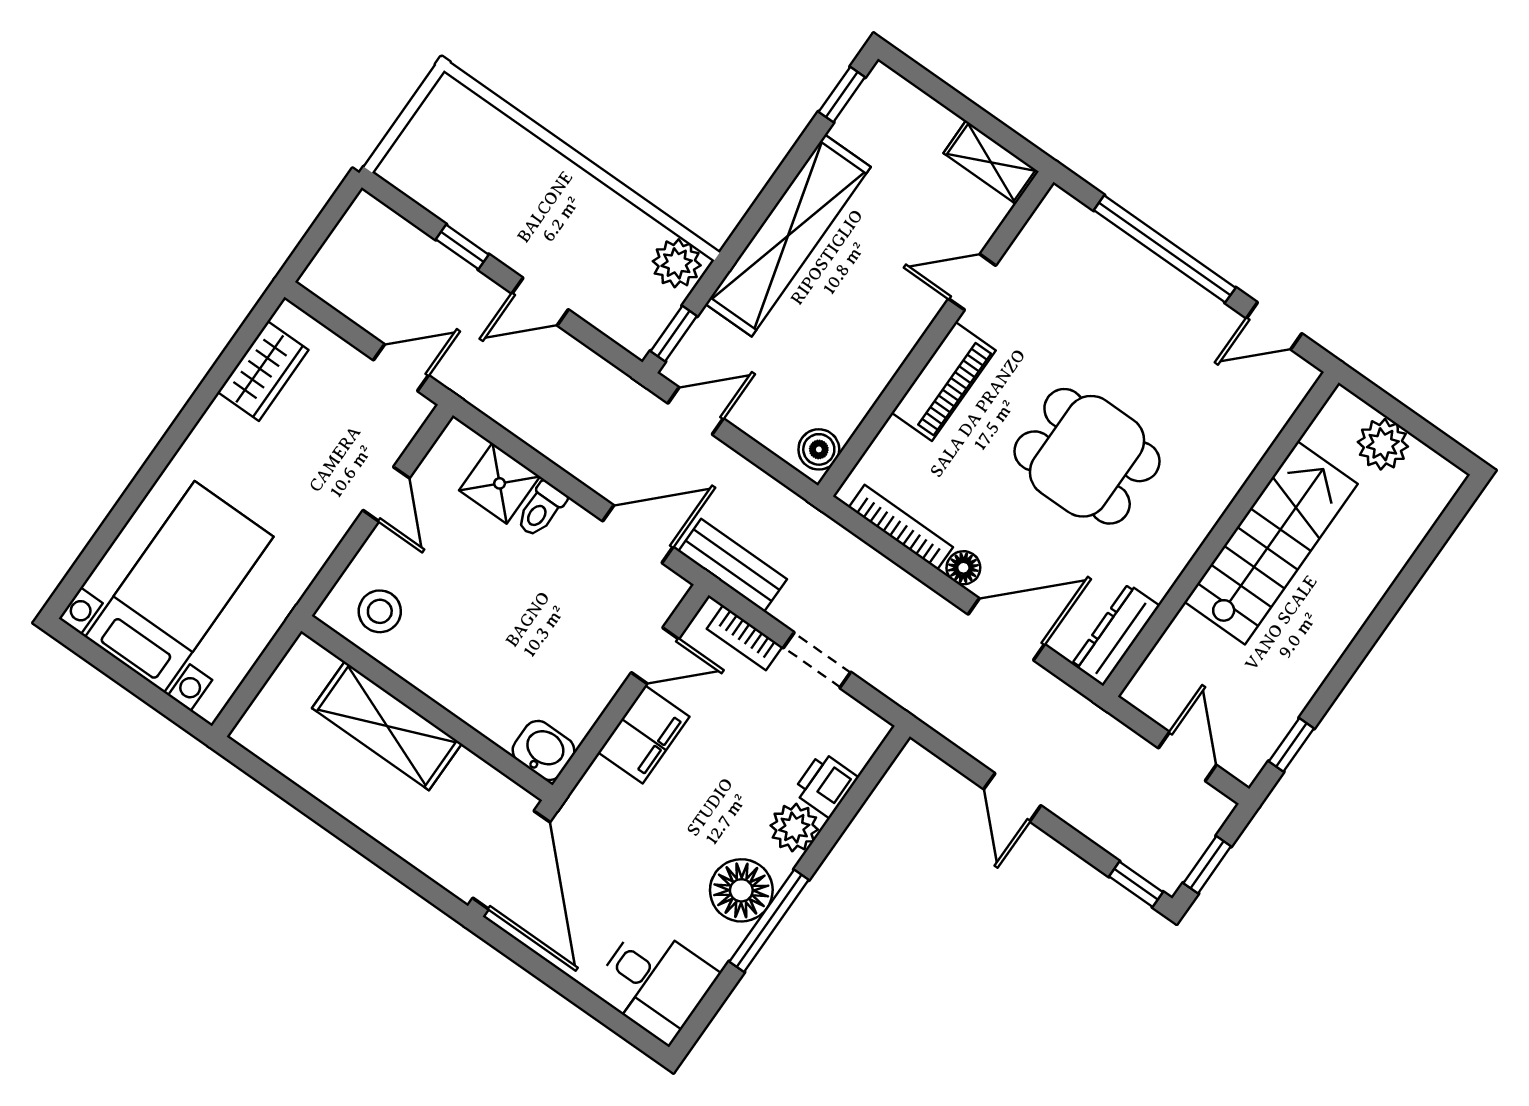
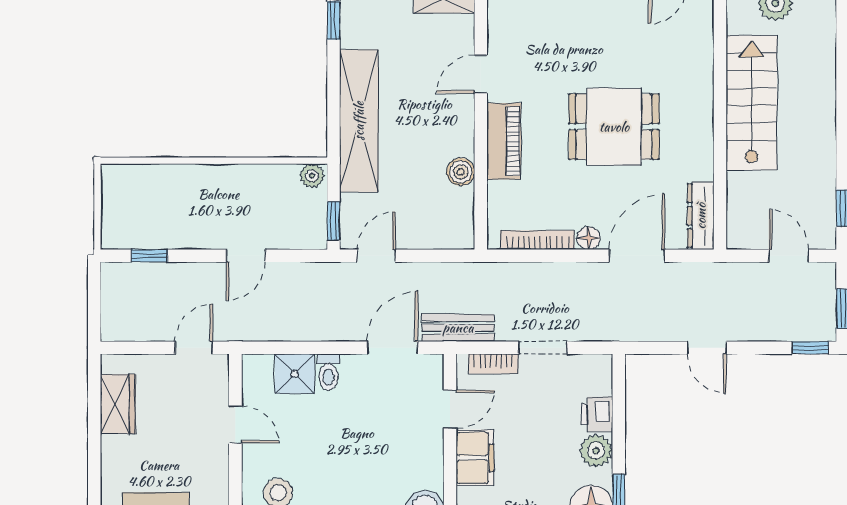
window: (462, 247) -> (149, 256), moved
plant: (677, 263) -> (312, 176), width x0.73, depth x0.73
boiler: (819, 449) -> (461, 172), moved

